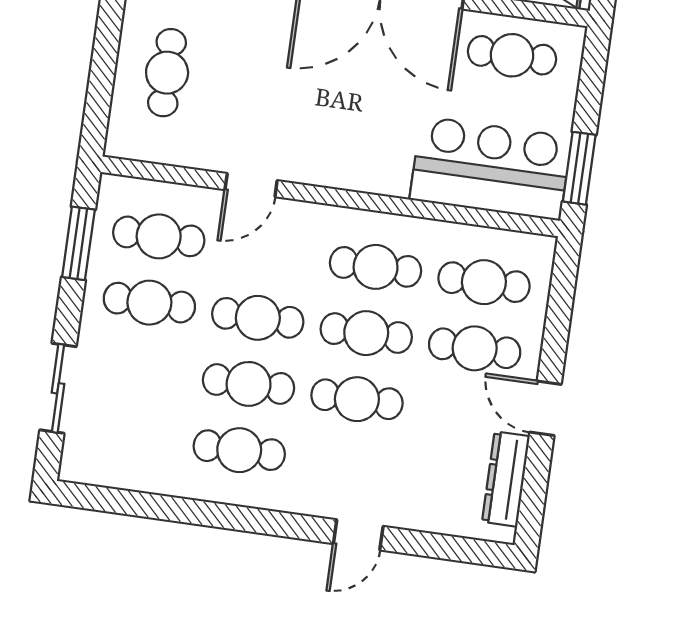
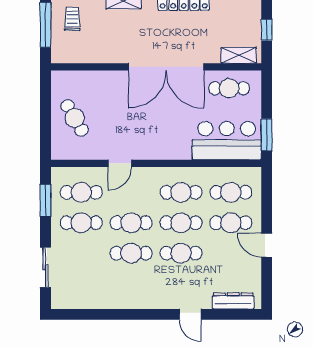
cafe table: (167, 73) -> (75, 118), turned -30
cafe table: (239, 450) -> (131, 284), removed
dresser: (506, 479) -> (233, 301), moved, turned 90
door: (358, 535) -> (190, 314), hinge flipped

